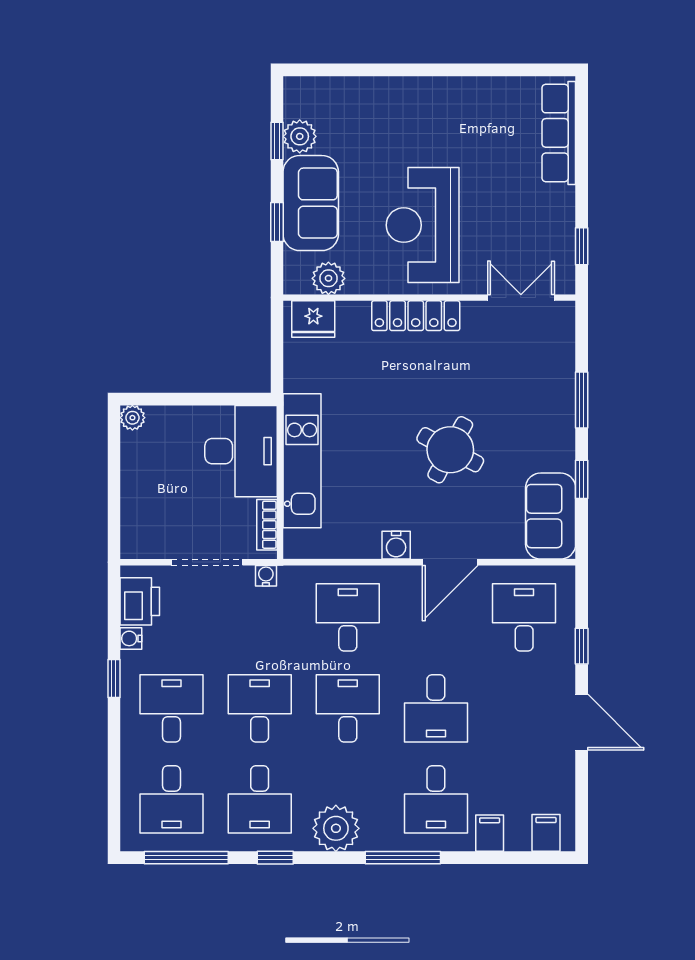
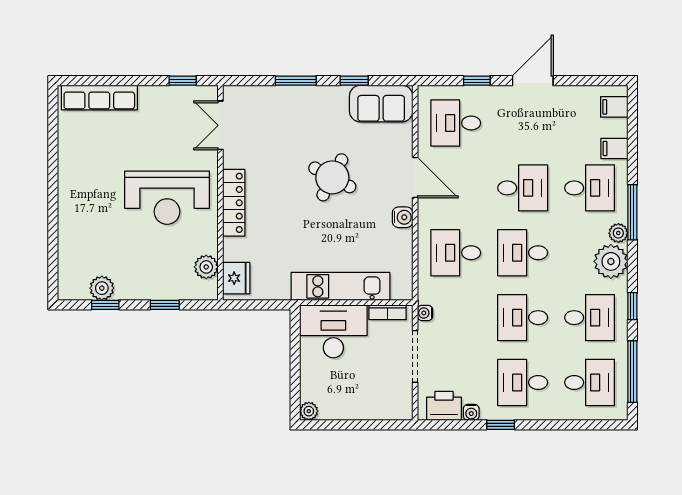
sofa: (311, 203) -> (151, 280), removed
plant: (375, 838) -> (618, 233), added

